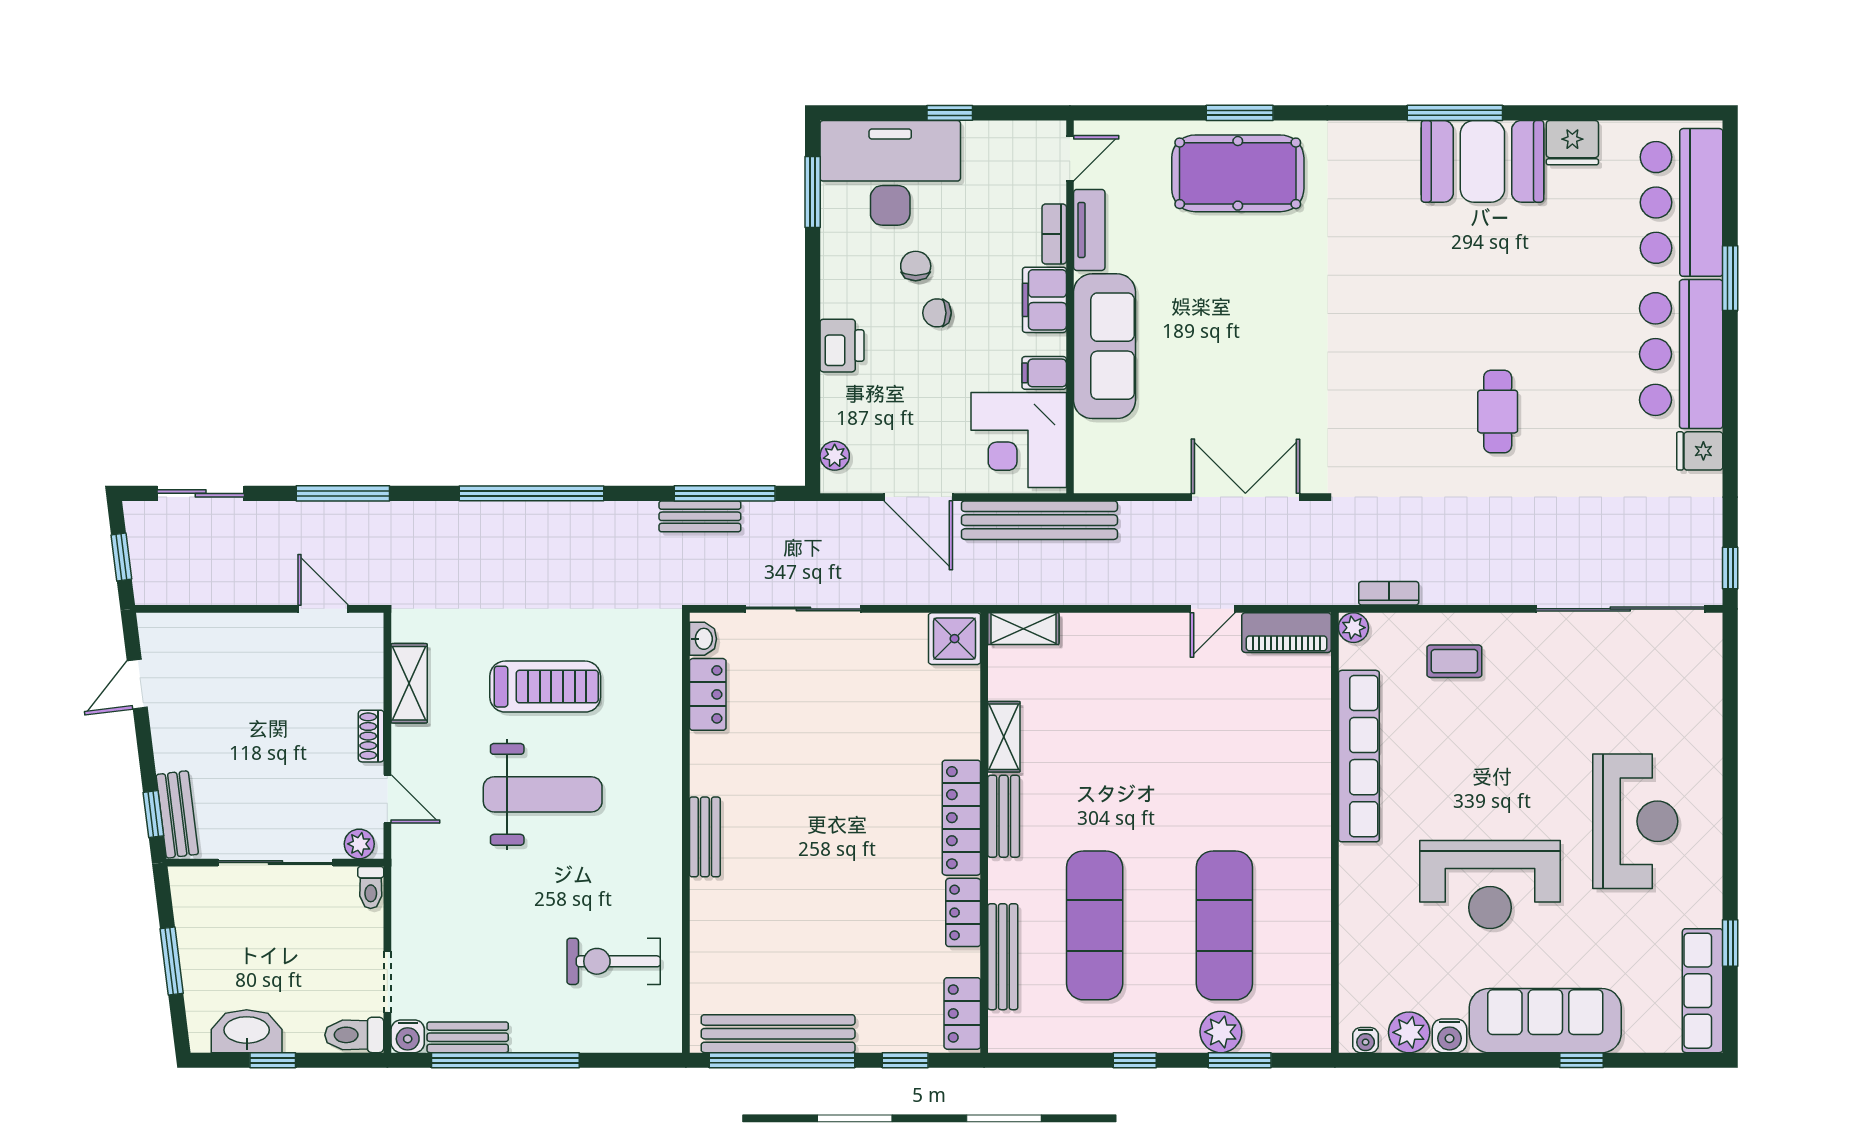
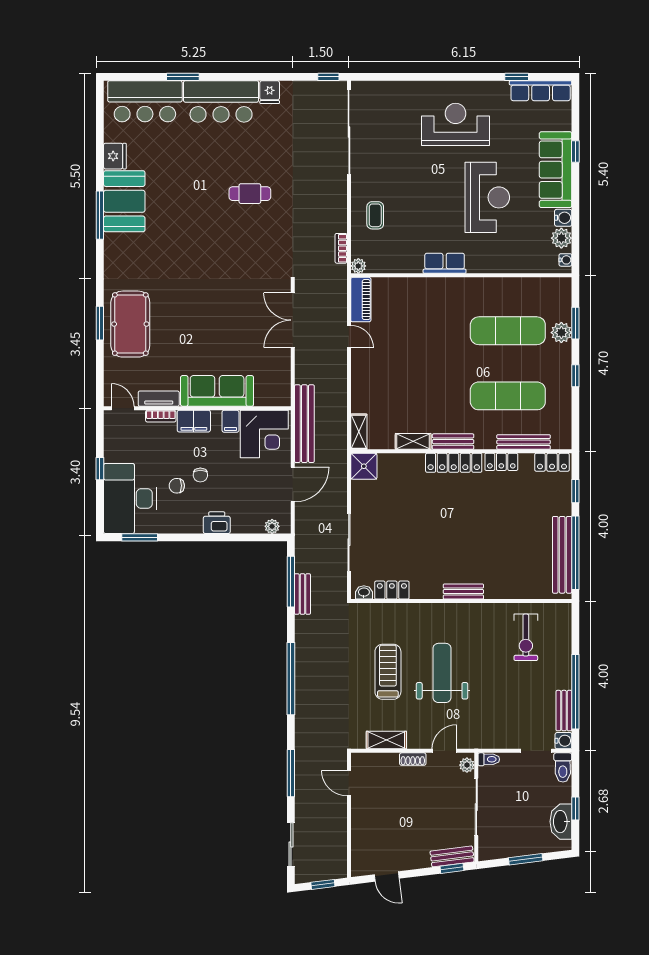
door: (323, 609) -> (349, 783), hinge flipped
row of seats: (1359, 756) -> (445, 263), width x0.50

